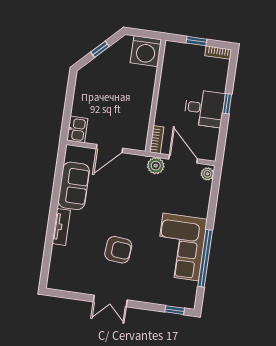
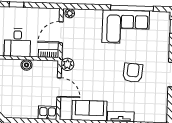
boiler: (144, 108) -> (26, 65), added
desk: (204, 108) -> (17, 43), moved, turned 180
plant: (156, 166) -> (67, 64), moved

